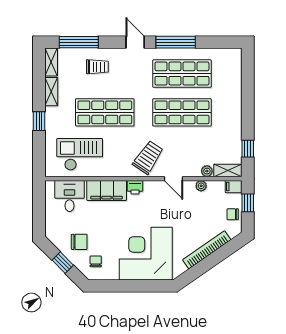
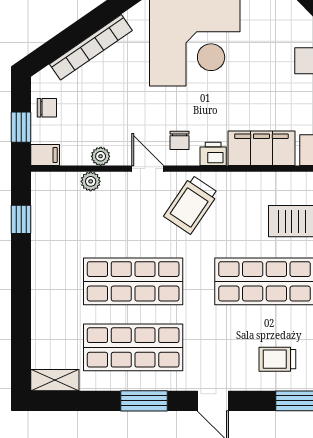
window: (176, 42) -> (144, 401), width x0.69
shelving: (228, 170) -> (55, 380), moved
chair: (96, 261) -> (179, 140), moved

